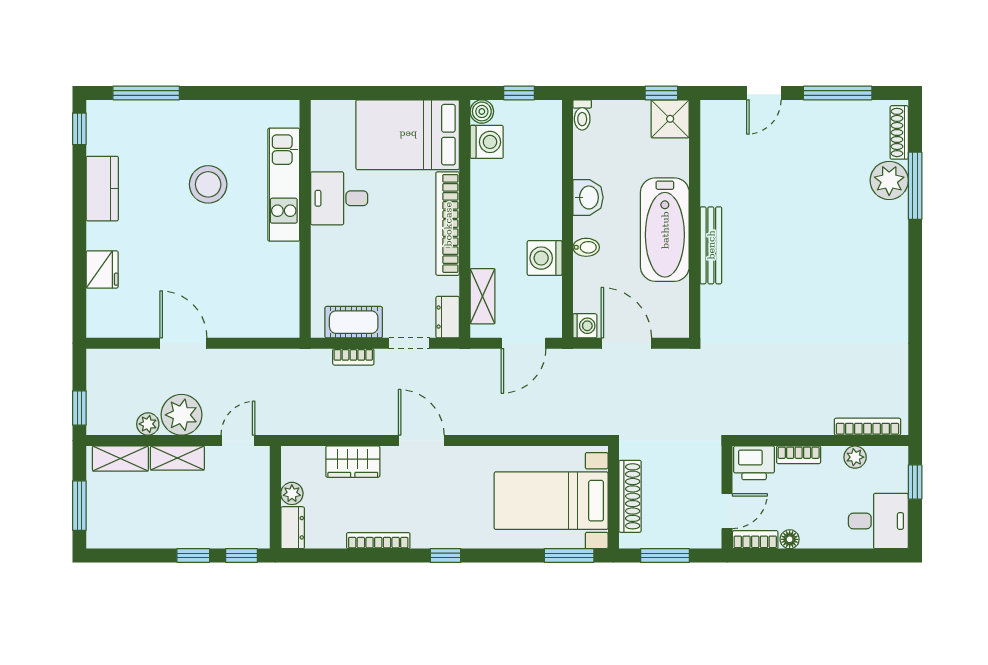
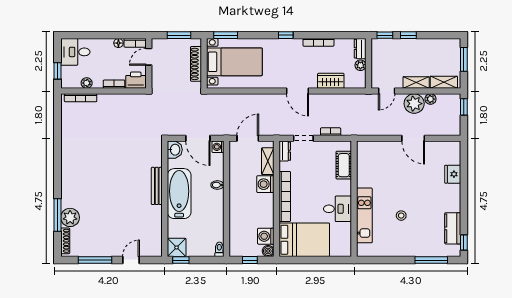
stool: (208, 184) -> (401, 216), width x0.53, depth x0.53
kitchen counter: (102, 189) -> (453, 228), moved
washbasin: (588, 197) -> (175, 150), moved, turned 180
washing machine: (545, 258) -> (265, 184), moved, turned 180
cot: (354, 322) -> (344, 165), moved, turned 90

